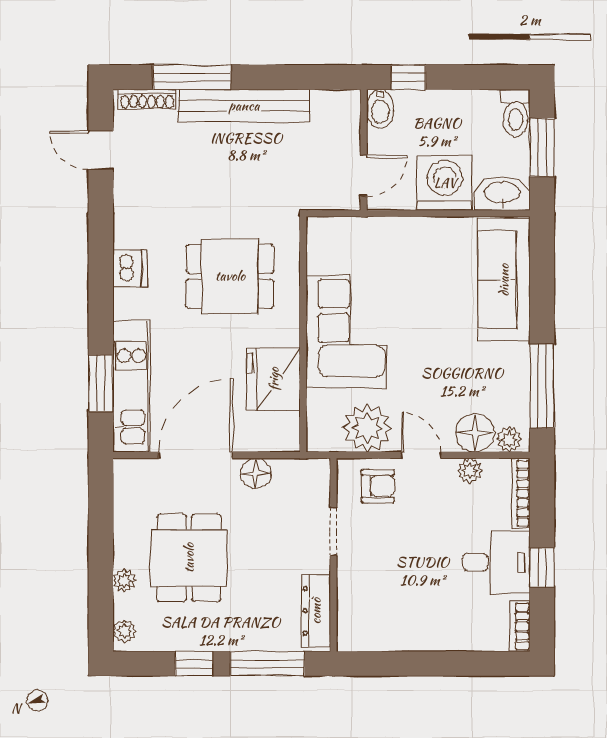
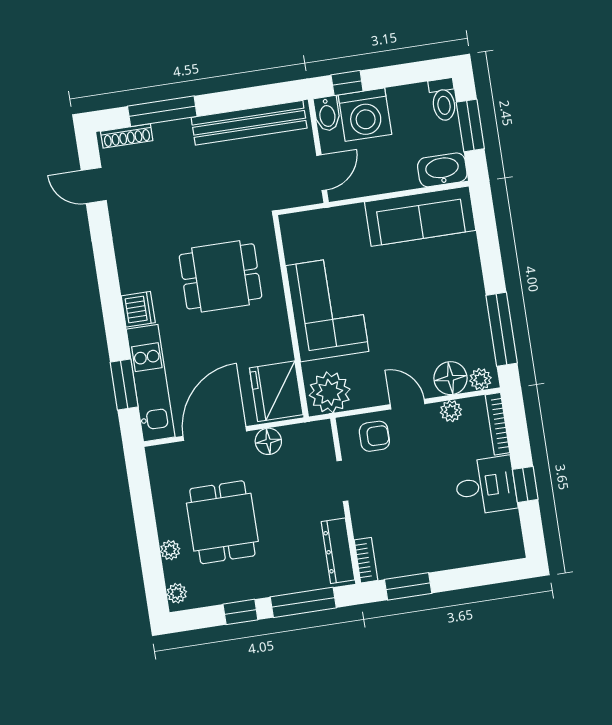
bench: (244, 106) -> (249, 123), moved
washing machine: (445, 183) -> (365, 115), moved, turned 180
dishwasher: (130, 268) -> (138, 309), moved
sofa: (504, 280) -> (420, 216), moved, turned -90
fridge: (274, 379) -> (276, 391), moved
plant: (367, 428) -> (330, 392), moved
bookcase: (520, 626) -> (366, 560), moved, turned 180
window: (390, 664) -> (408, 586), added

